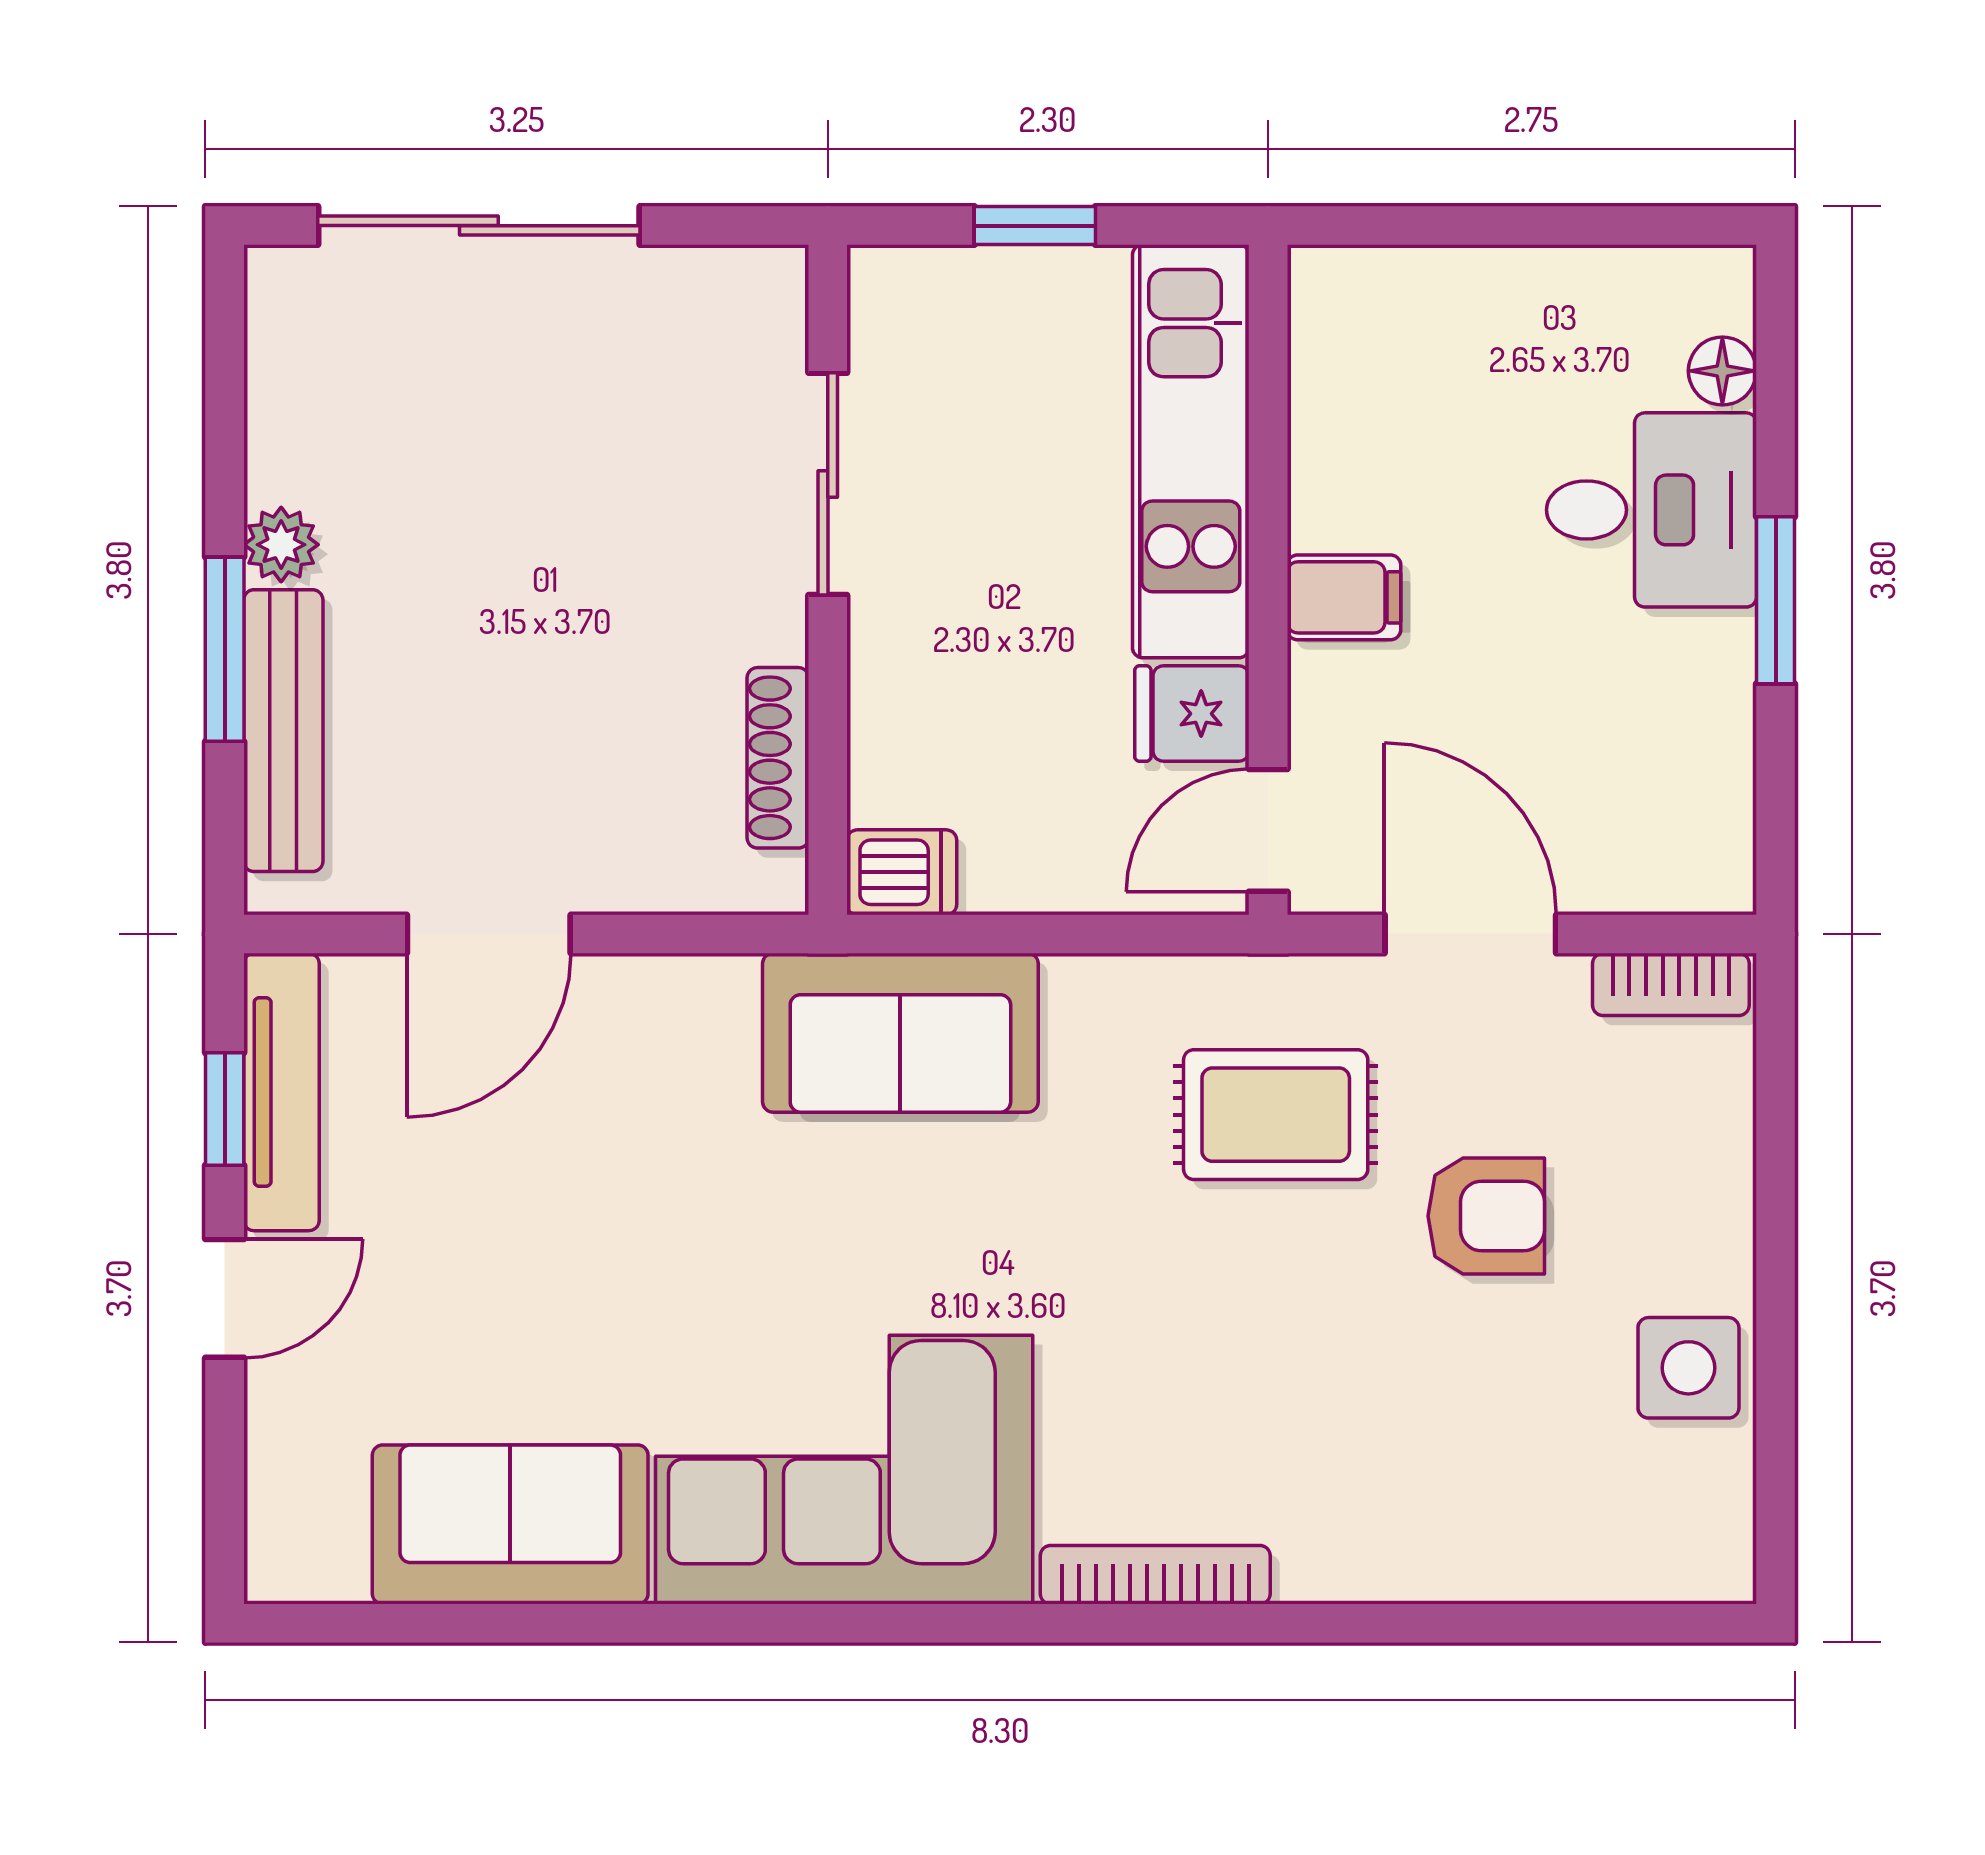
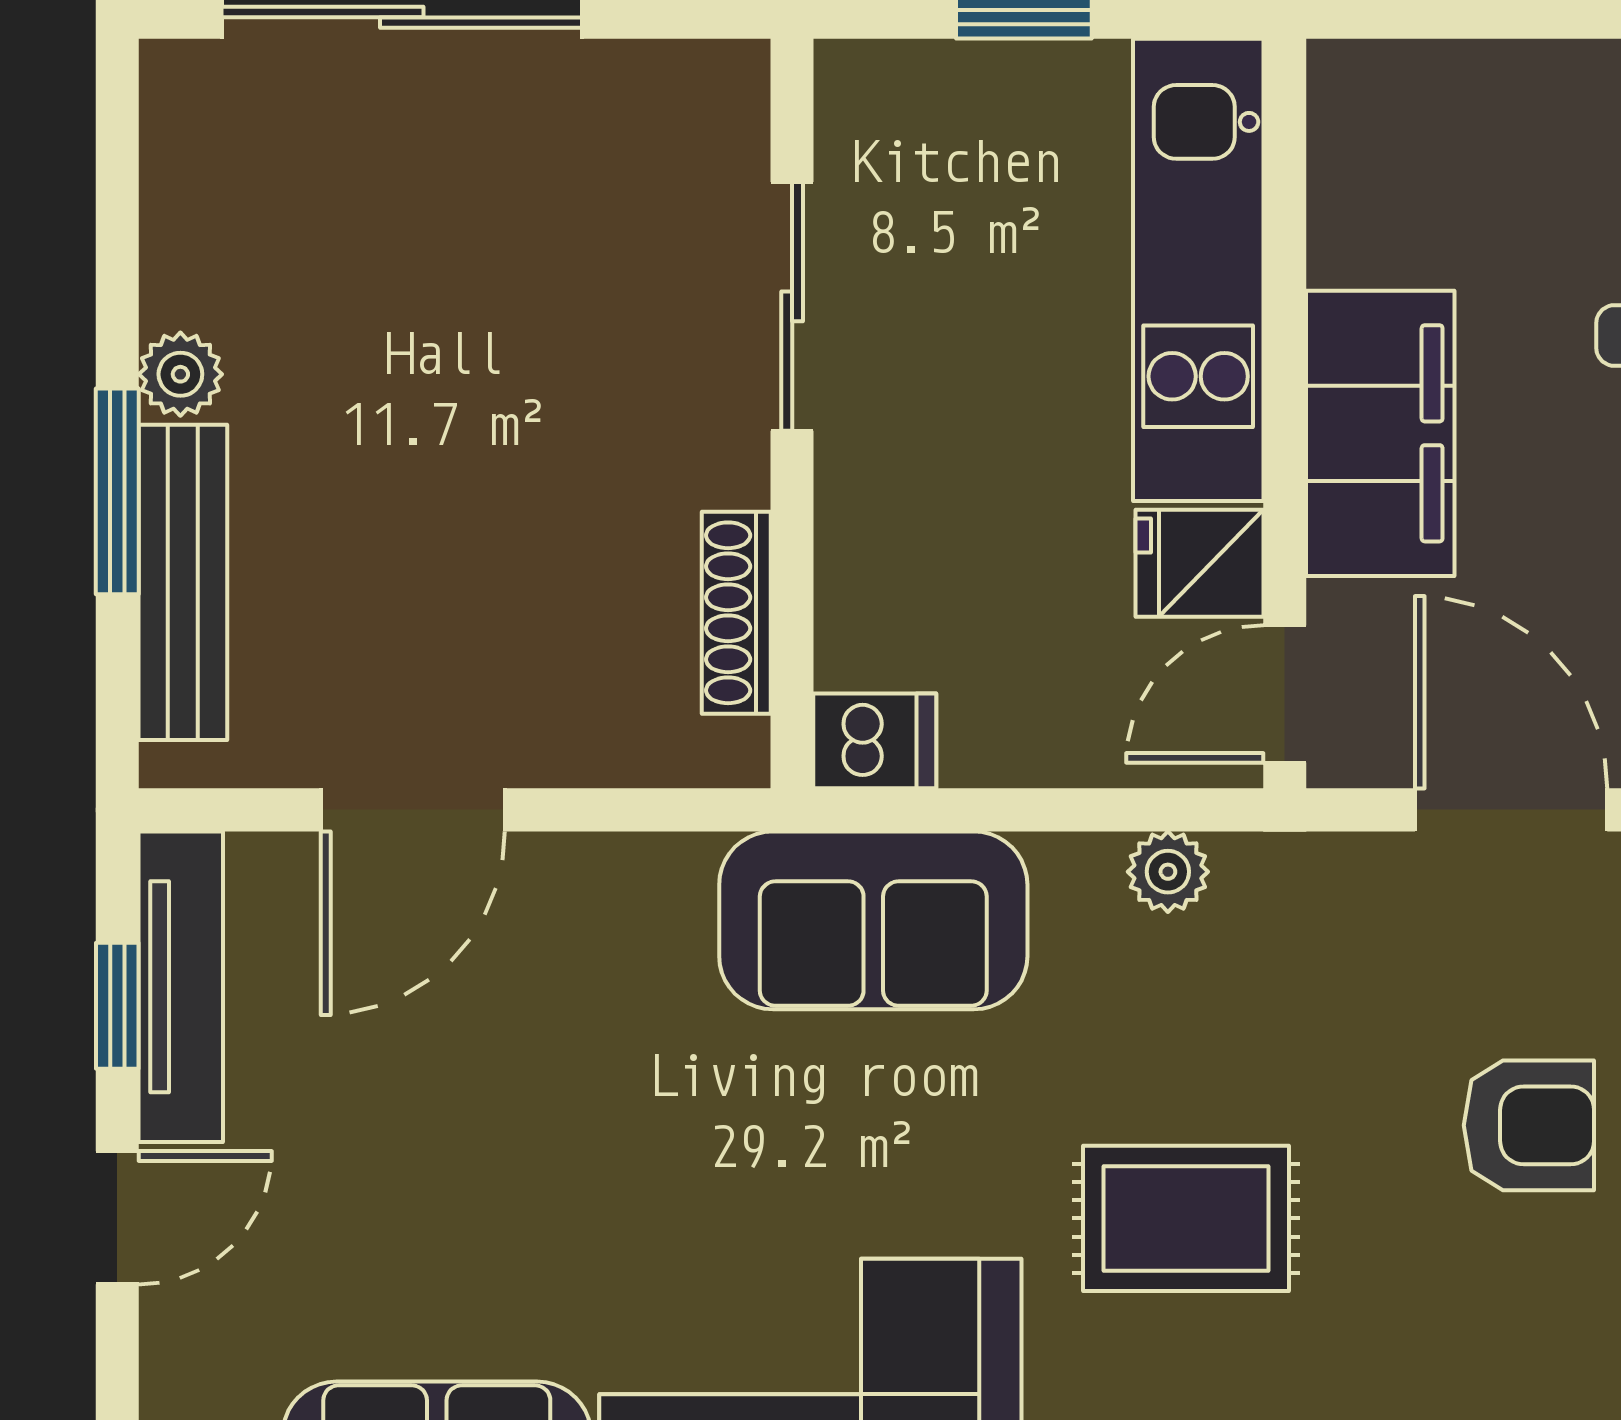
filing cabinet: (1344, 597) -> (1380, 433), width x3.00, depth x1.17
plant: (1164, 989) -> (1168, 872), added
rug: (1276, 1115) -> (1186, 1218), moved

